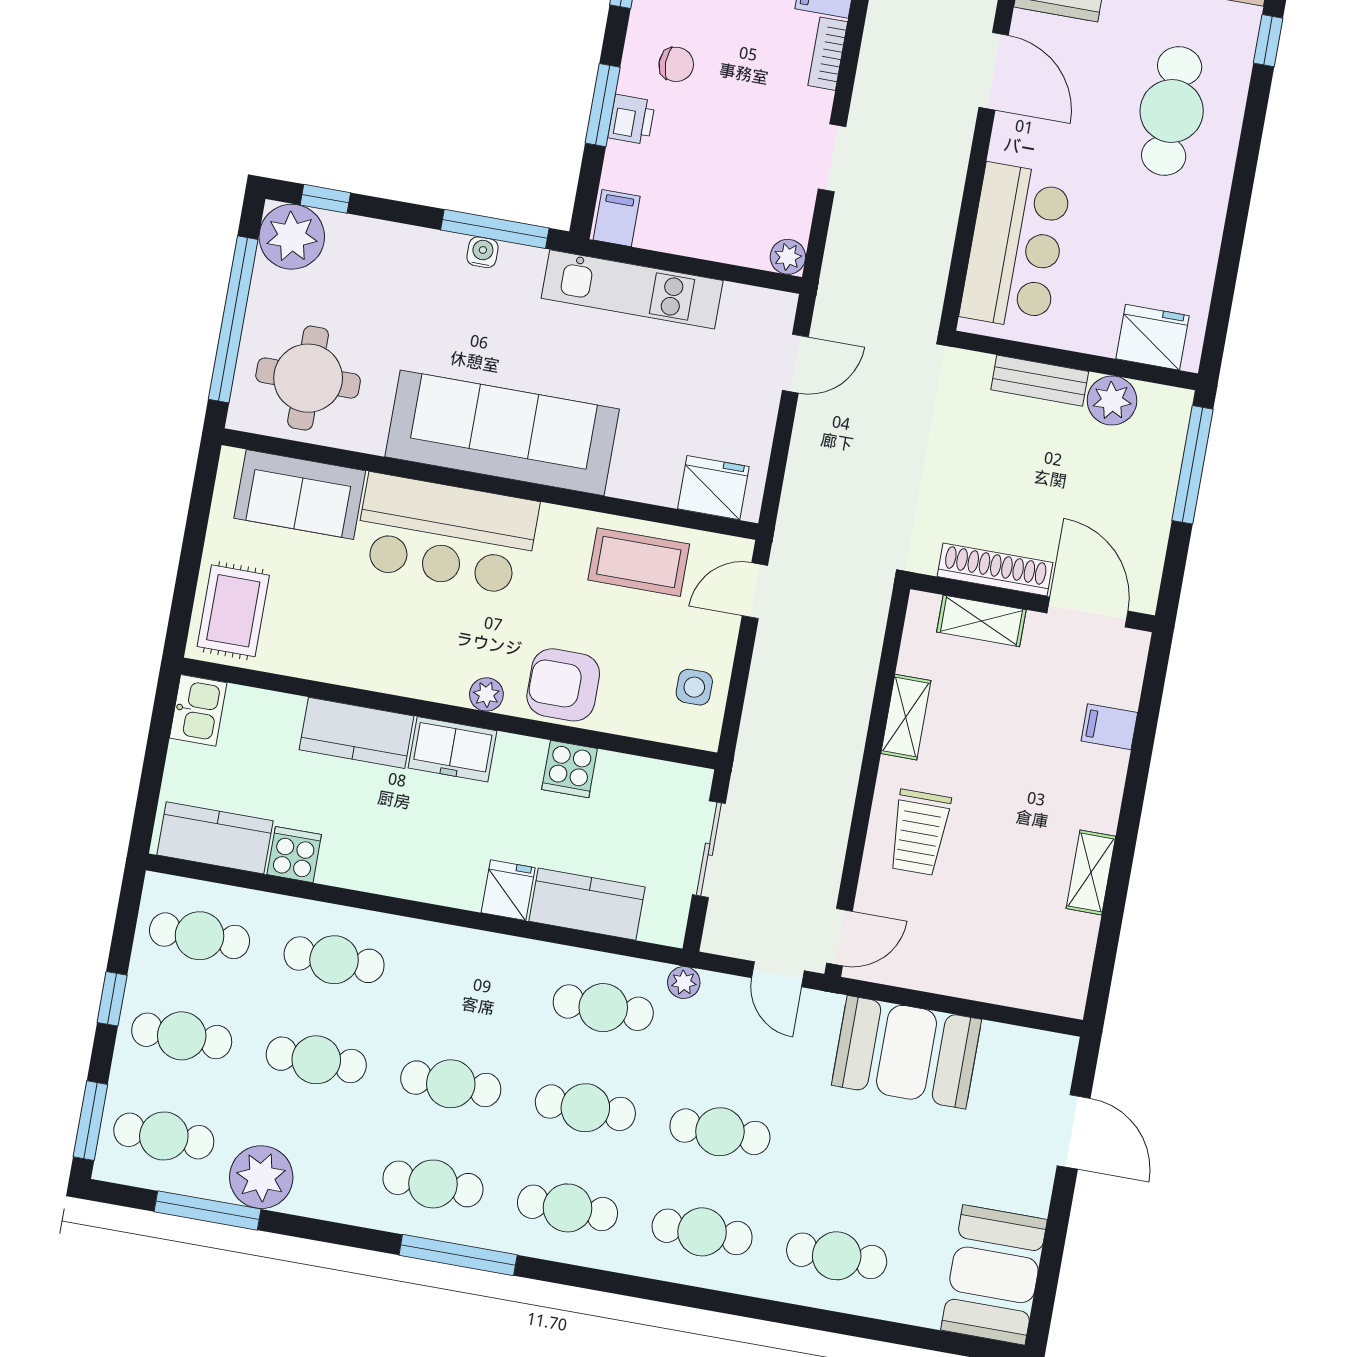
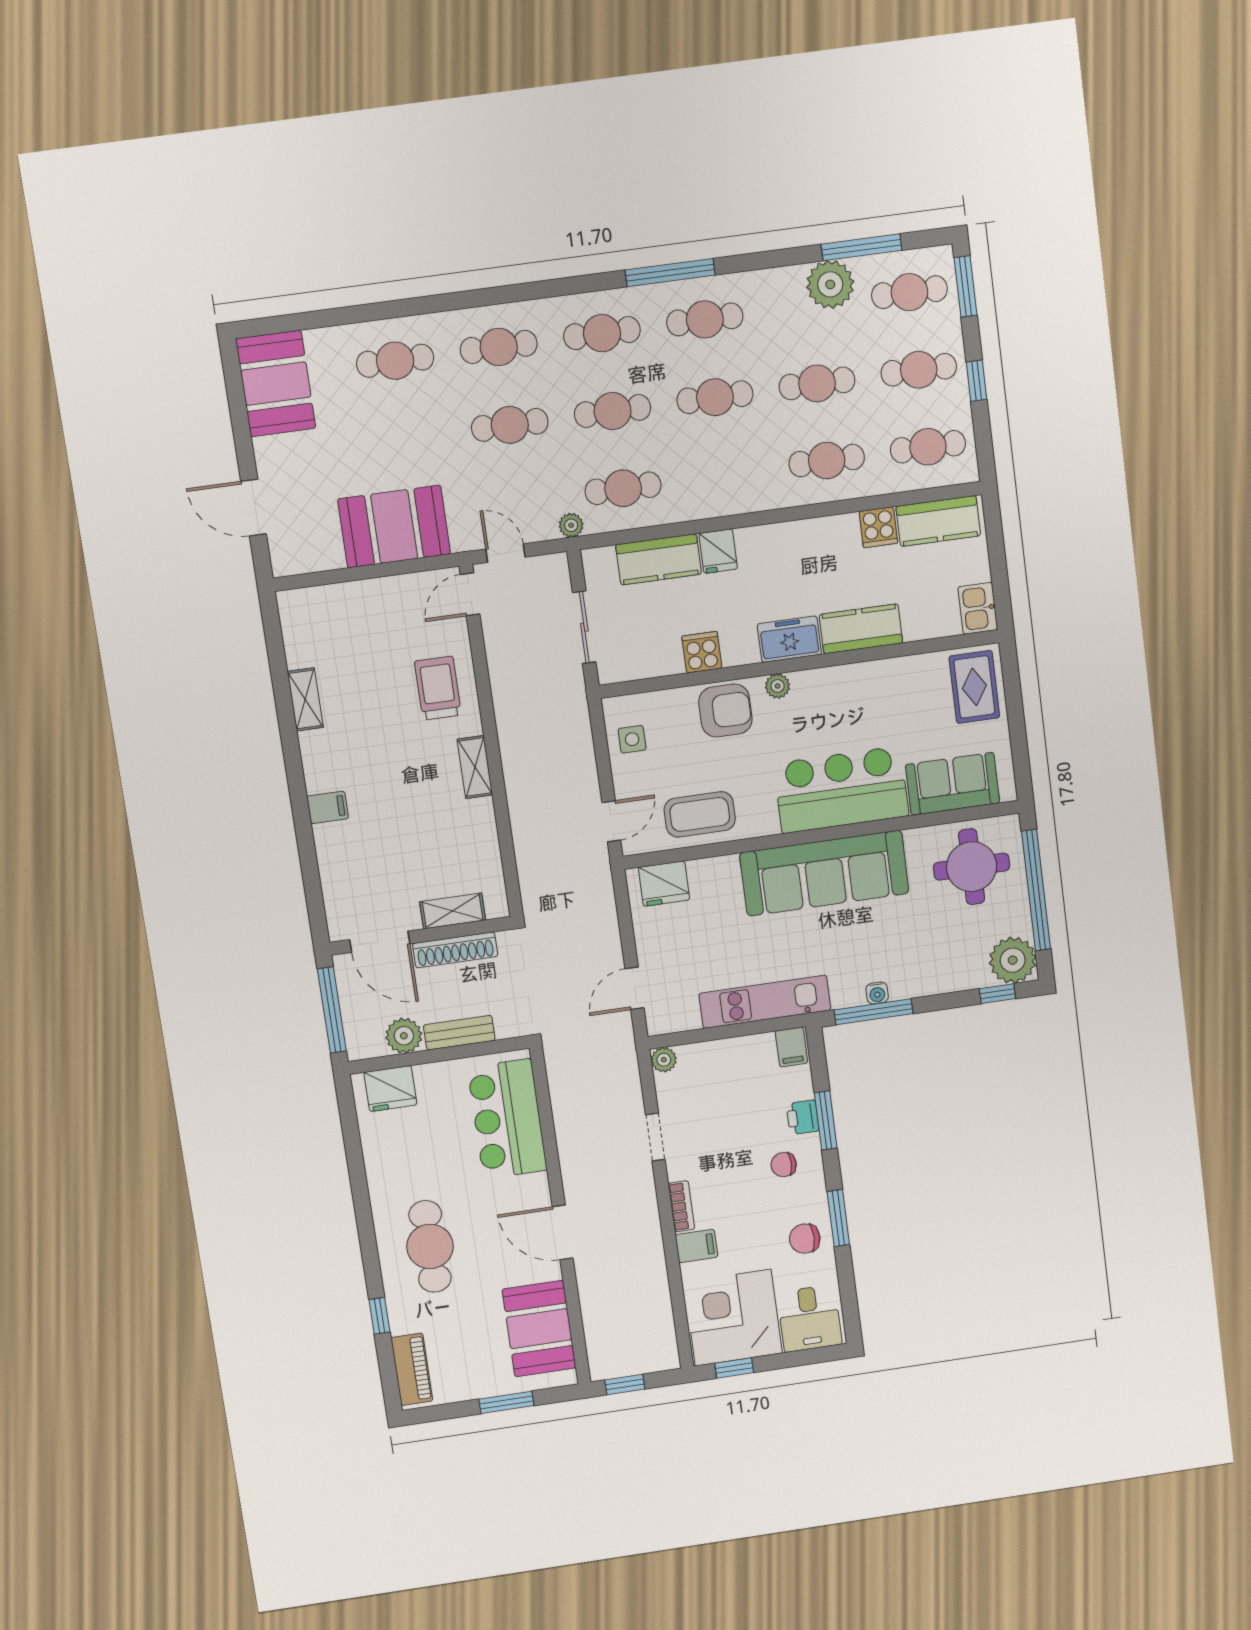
shoe rack: (995, 569) -> (455, 950), moved
wall: (1033, 602) -> (421, 936), moved
door: (1088, 612) -> (380, 942), moved
shelving: (981, 621) -> (453, 911), moved

